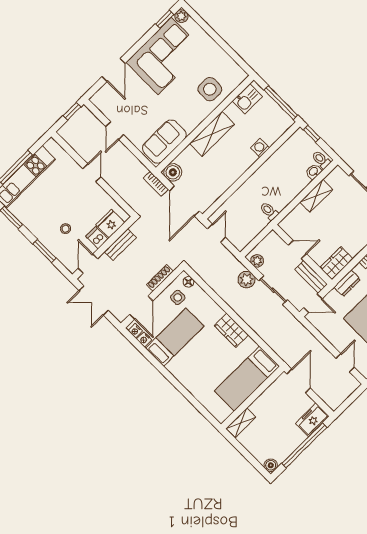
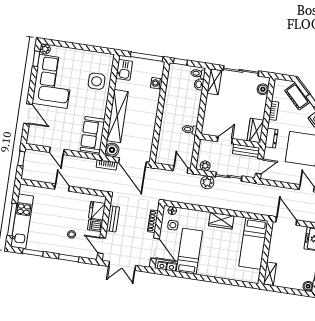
shelving: (212, 134) -> (117, 116), width x1.47
washing machine: (260, 148) -> (156, 83), moved
shelving: (316, 196) -> (214, 82), moved
door: (216, 233) -> (181, 169), moved

